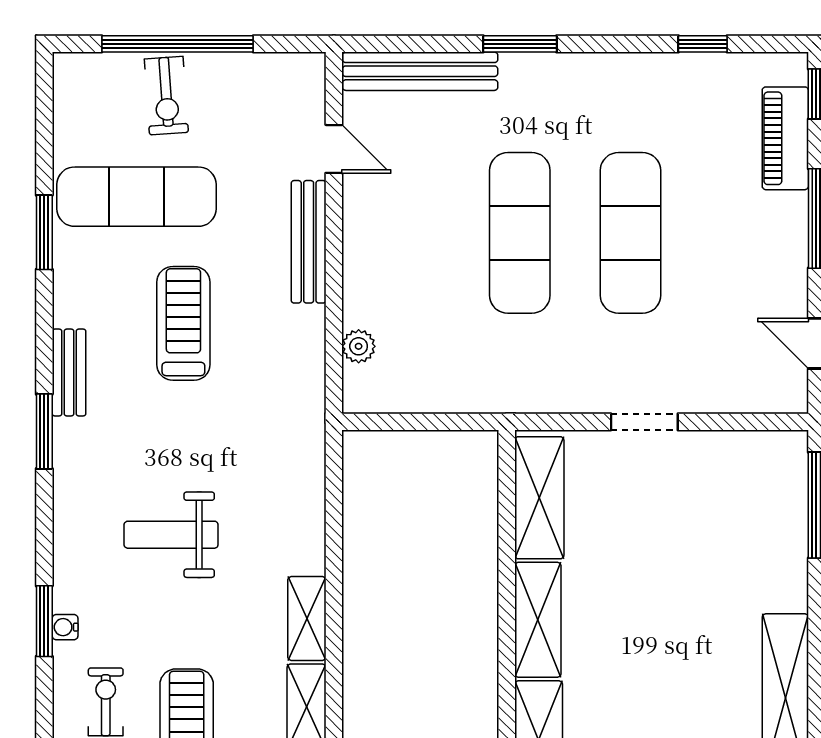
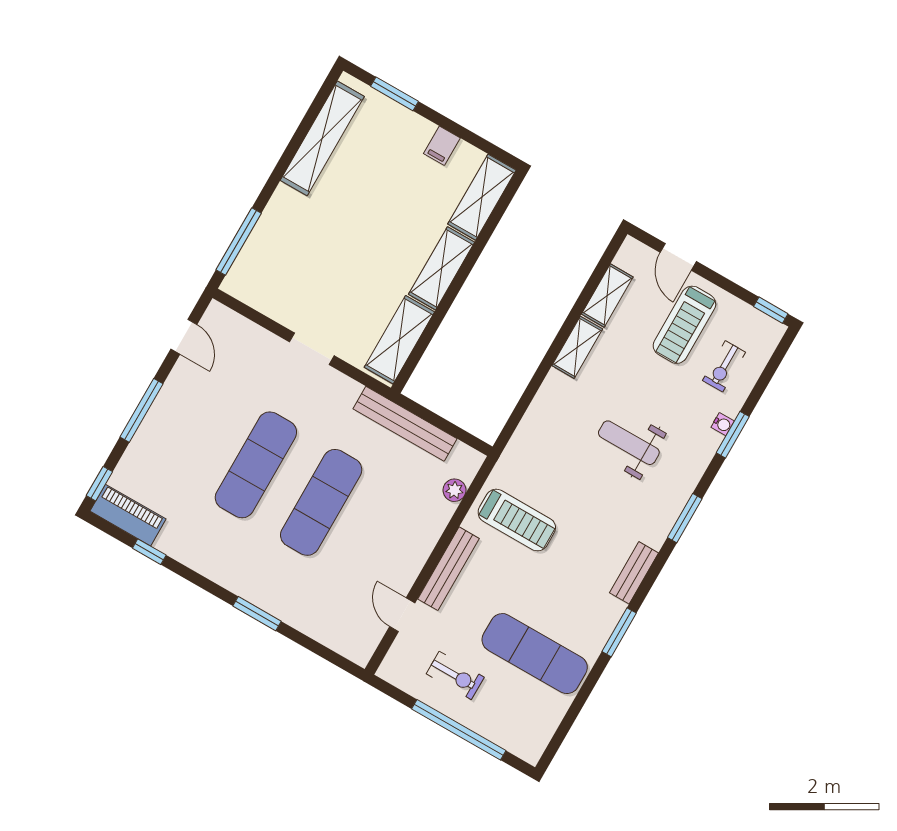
bench: (420, 71) -> (405, 424), moved
exercise bike: (166, 96) -> (455, 675), moved, turned 94
piano: (785, 138) -> (128, 515), moved, turned -90
window: (44, 232) -> (619, 632), moved
treadmill: (183, 323) -> (517, 520), moved, turned -90
window: (44, 431) -> (685, 518), moved
weight bench: (171, 535) -> (629, 443), turned 180

